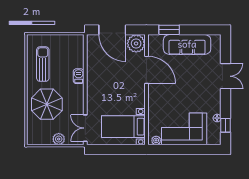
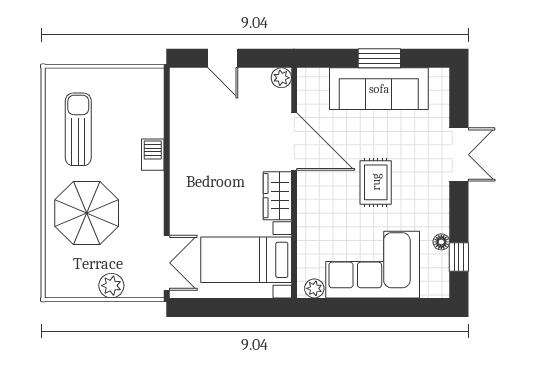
door: (112, 30) -> (223, 58), width x0.53
window: (169, 30) -> (379, 58), moved
plant: (136, 43) -> (281, 78), width x0.53, depth x0.53
rug: (186, 89) -> (376, 182), added
wardrobe: (138, 96) -> (277, 196), added
double door: (85, 128) -> (167, 263), swing flipped

